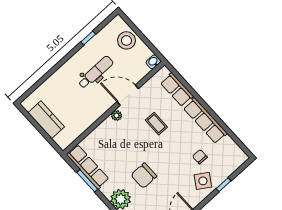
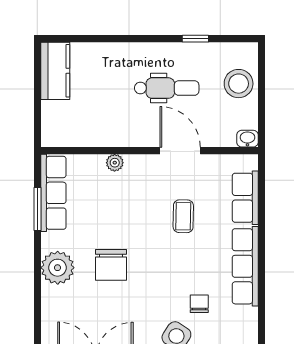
plant: (117, 115) -> (115, 163), moved
kitchen counter: (46, 120) -> (55, 71), moved
chair: (144, 176) -> (111, 265), turned -90

